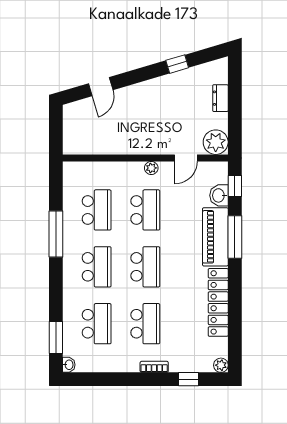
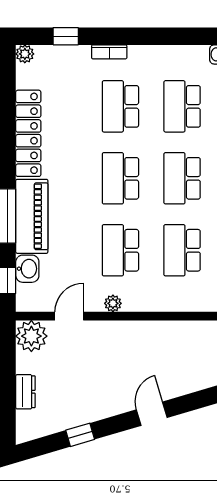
door: (101, 87) -> (152, 414), moved

